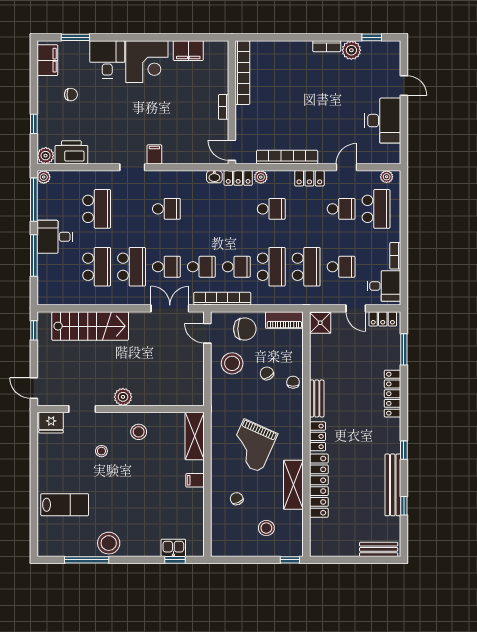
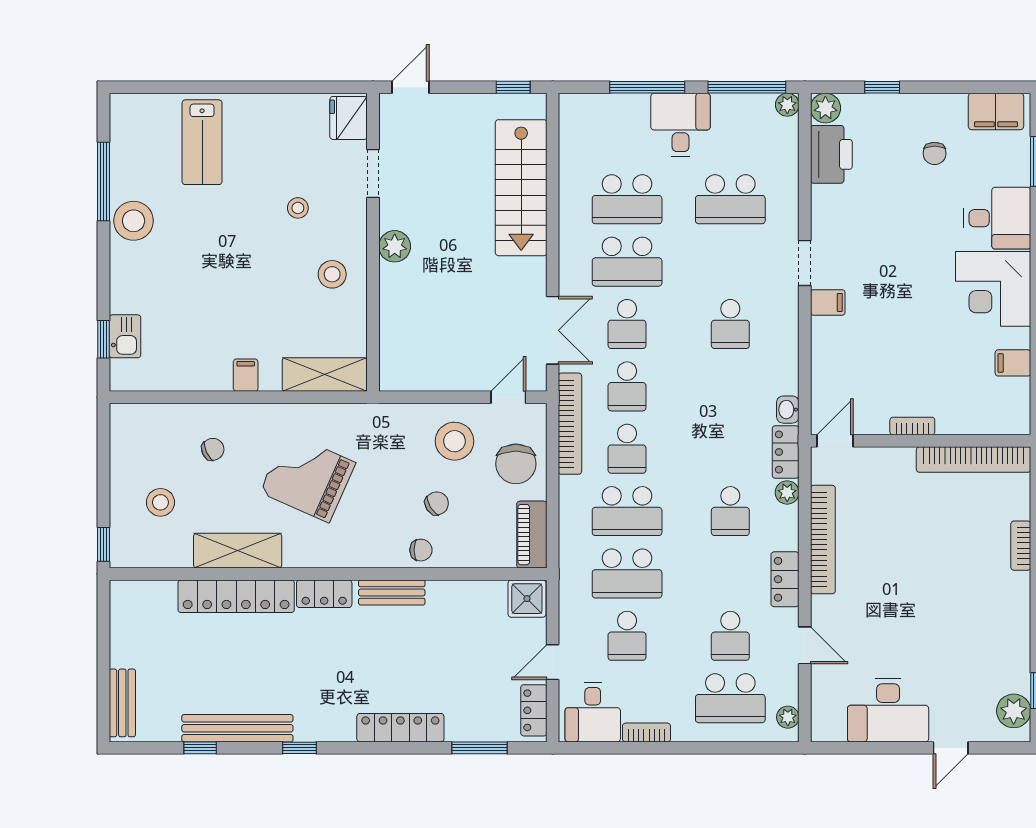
bookcase: (327, 46) -> (1021, 546), moved
plant: (351, 50) -> (1014, 711), moved
filing cabinet: (188, 51) -> (1013, 363), width x0.50

